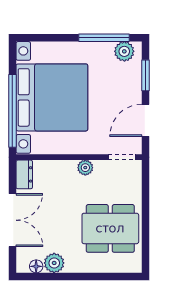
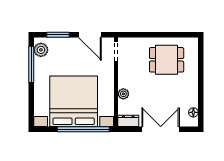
plant: (85, 168) -> (123, 94), moved
dining table: (110, 228) -> (167, 60), width x0.73
plant: (54, 263) -> (191, 100), removed

